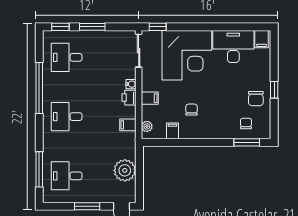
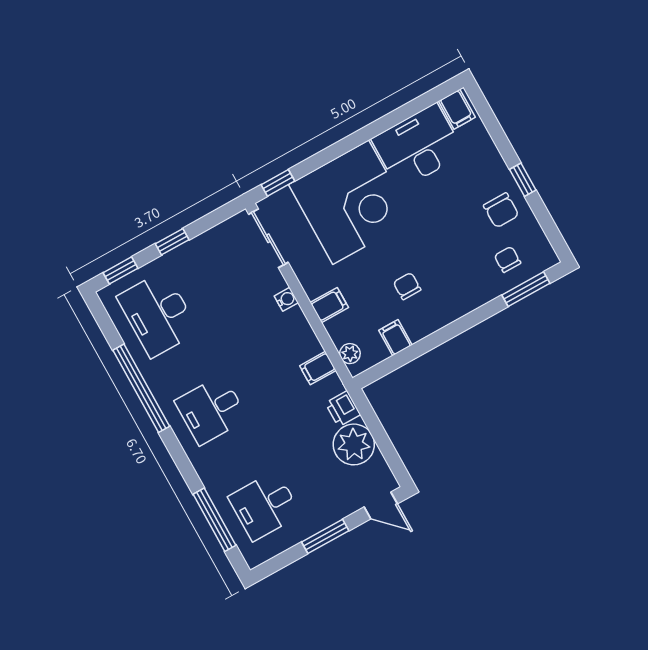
window: (92, 27) -> (172, 242), width x0.67
desk: (67, 57) -> (158, 314), width x1.37
printer: (129, 98) -> (343, 409), moved

